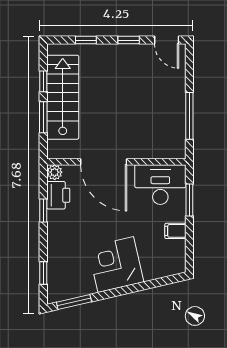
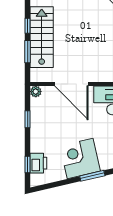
printer: (58, 195) -> (38, 163), moved
window: (74, 302) -> (92, 176), moved

